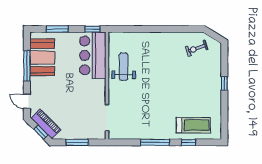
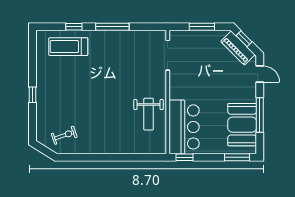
window: (57, 29) -> (237, 157), moved

